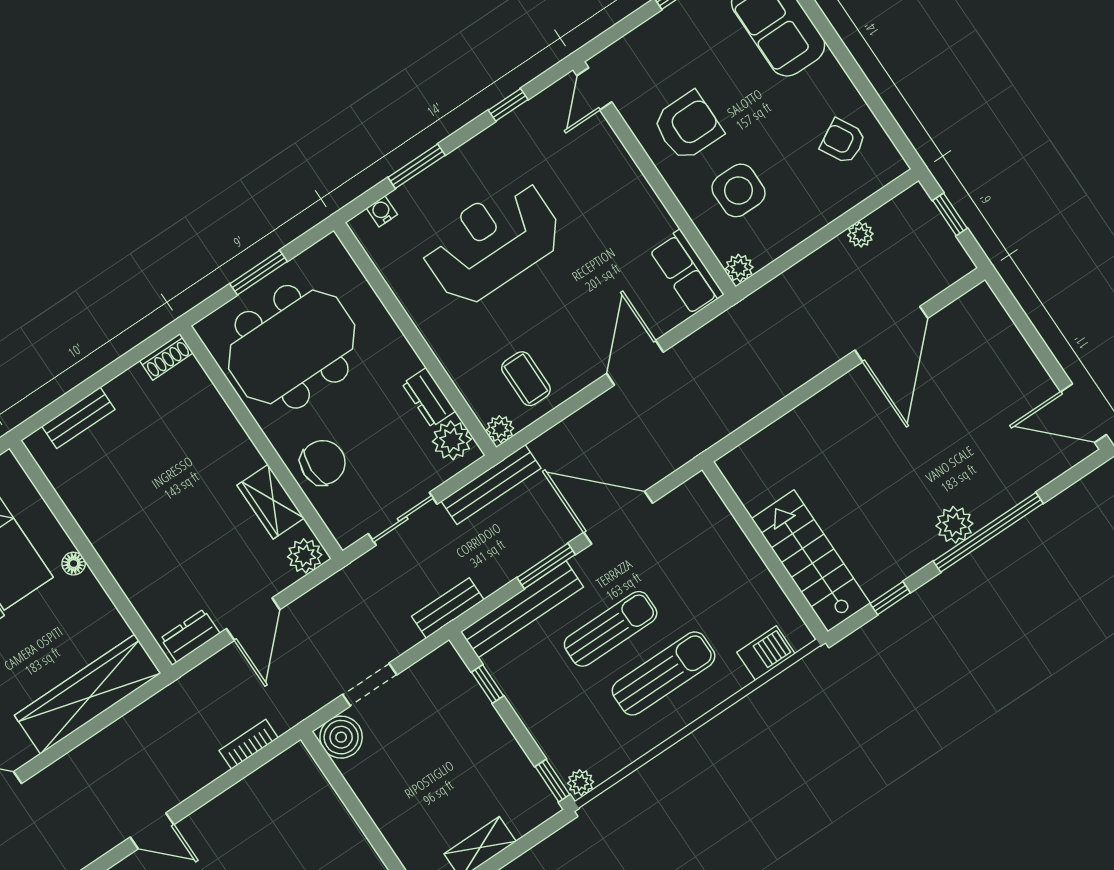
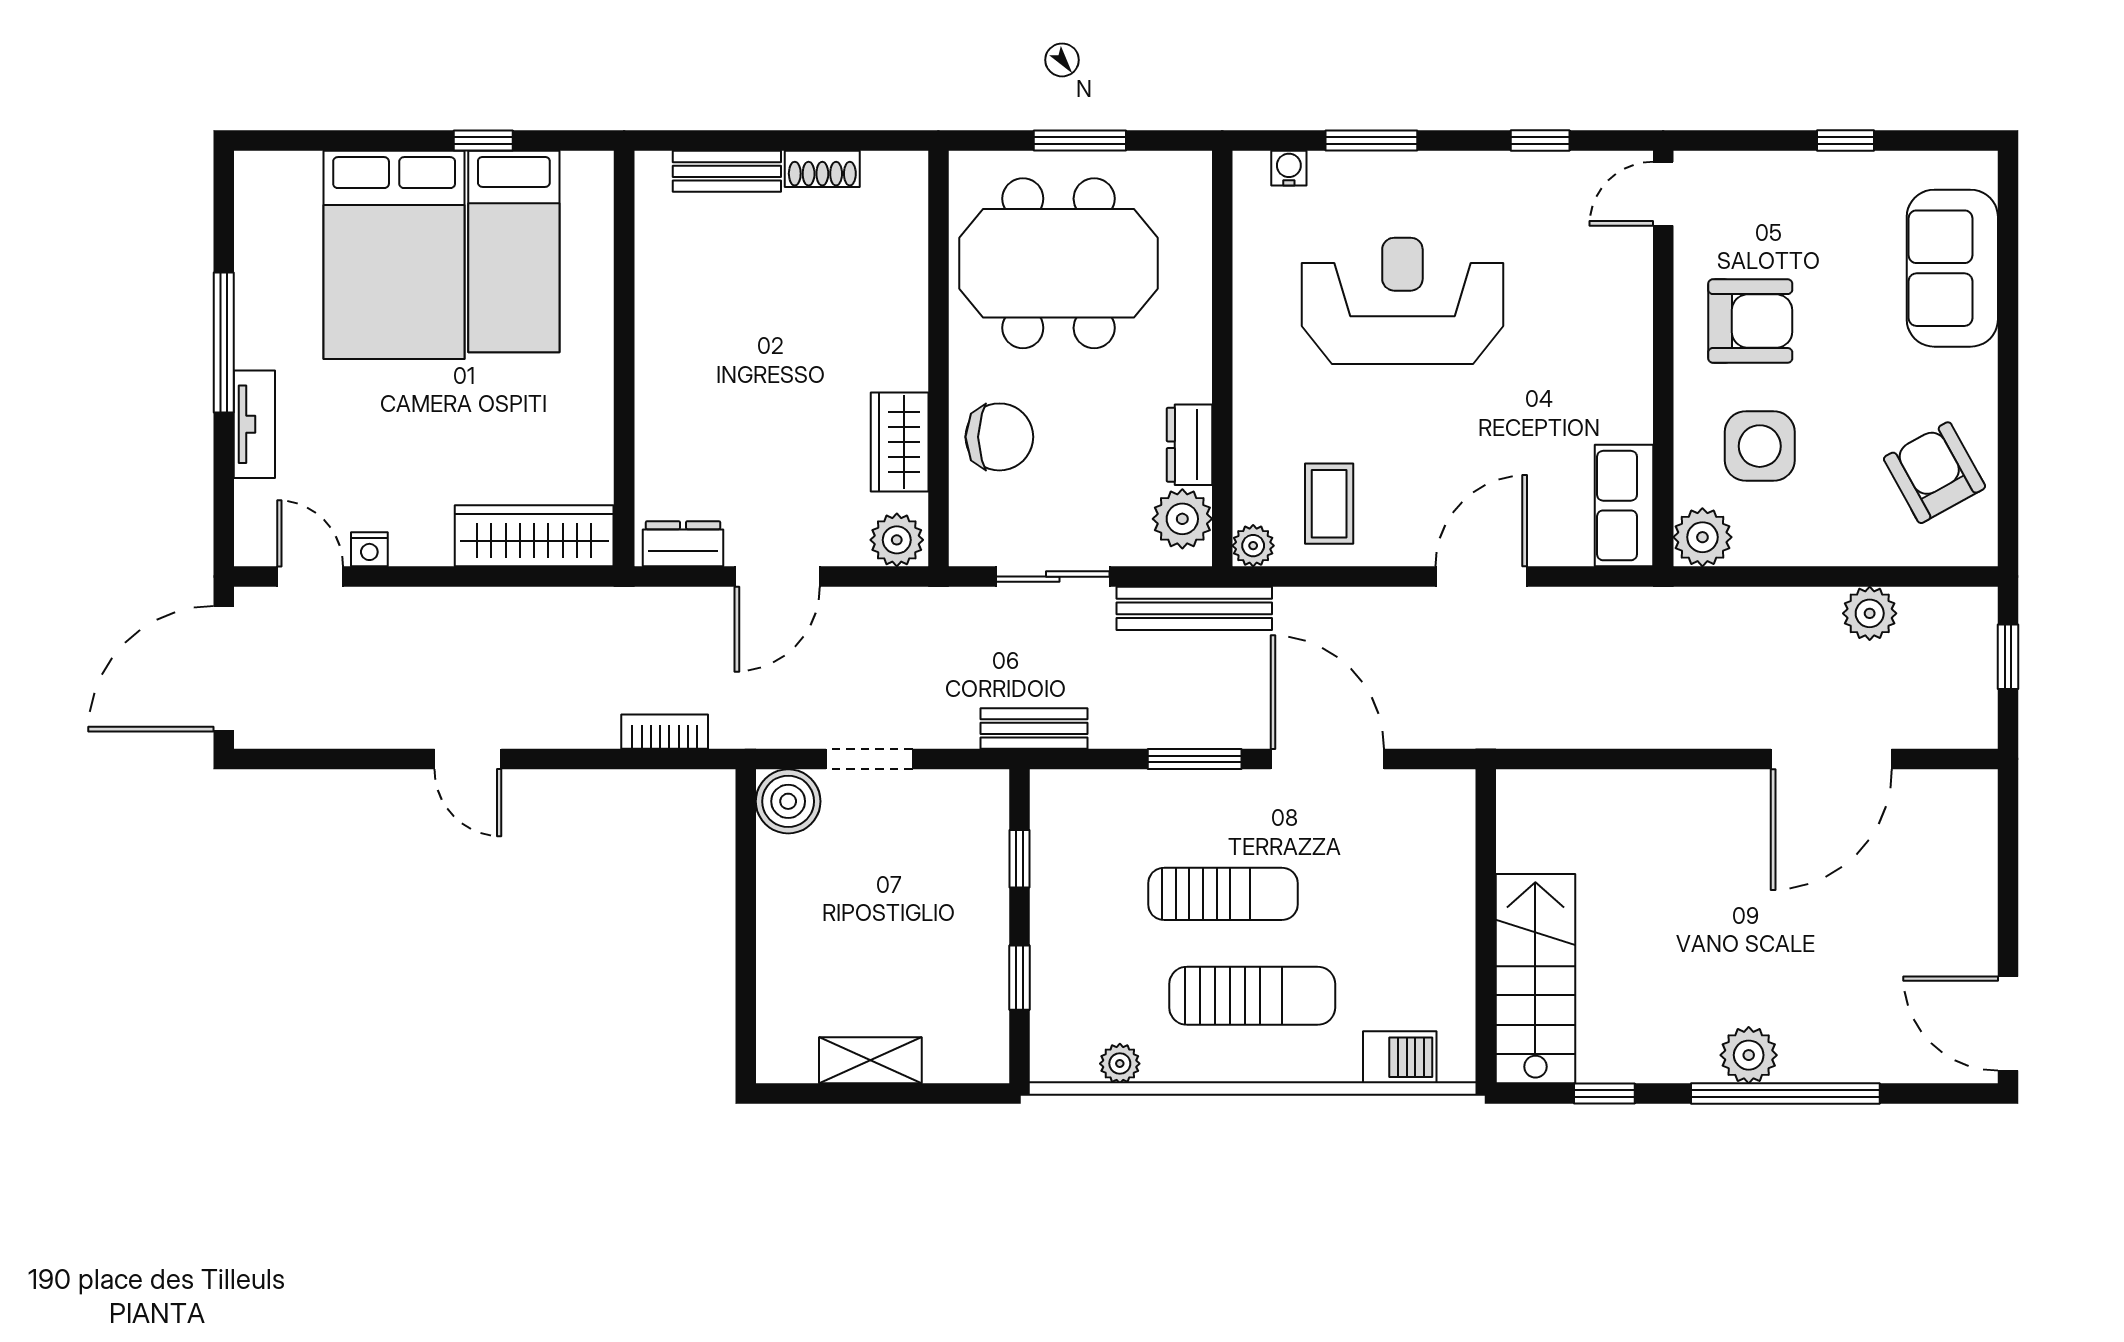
armchair: (843, 141) -> (1934, 473), width x1.38, depth x1.38
plant: (860, 235) -> (1870, 613), width x1.38, depth x1.38
plant: (739, 268) -> (1702, 537), width x1.38, depth x1.38
shoe rack: (166, 357) -> (822, 169), moved
floor lamp: (74, 564) -> (596, 352), removed
bench: (522, 609) -> (1127, 793), removed
wardrobe: (87, 694) -> (534, 536), width x0.71, depth x0.85
nightstand: (22, 753) -> (369, 549), added
window: (552, 781) -> (1019, 978), moved
plant: (581, 783) -> (1120, 1064), moved

